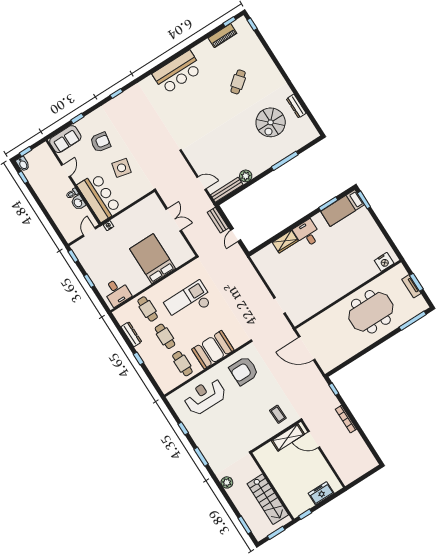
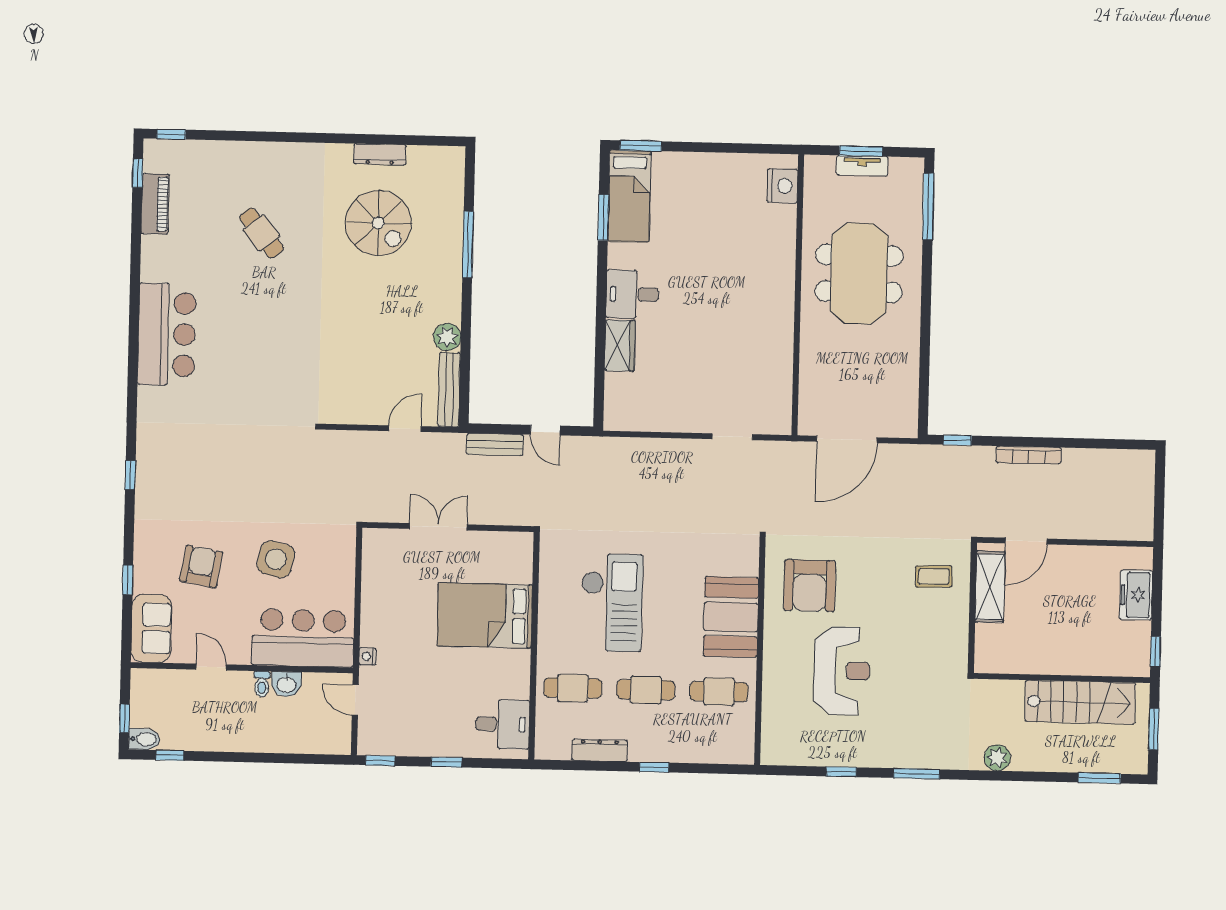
checkout: (189, 302) -> (612, 603), turned 180
reception desk: (205, 396) -> (842, 671), moved, turned 180

